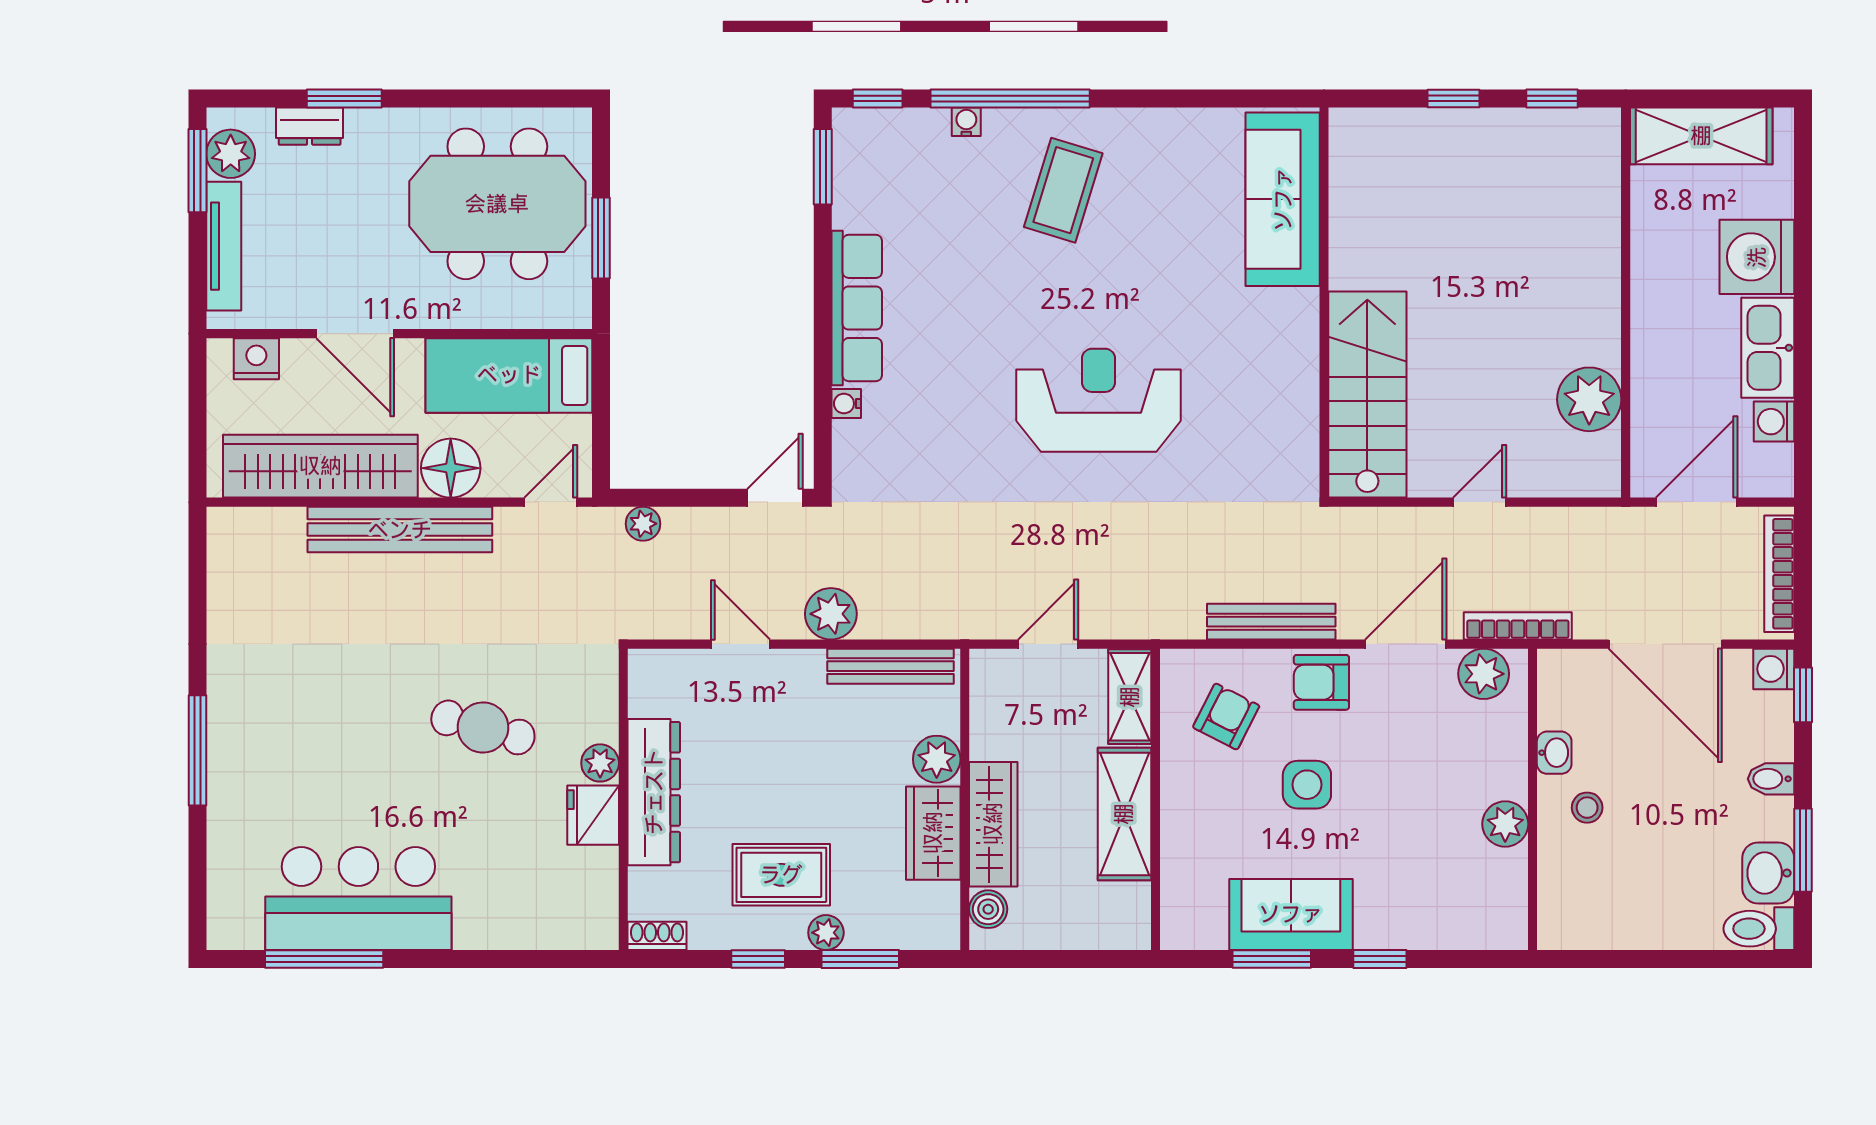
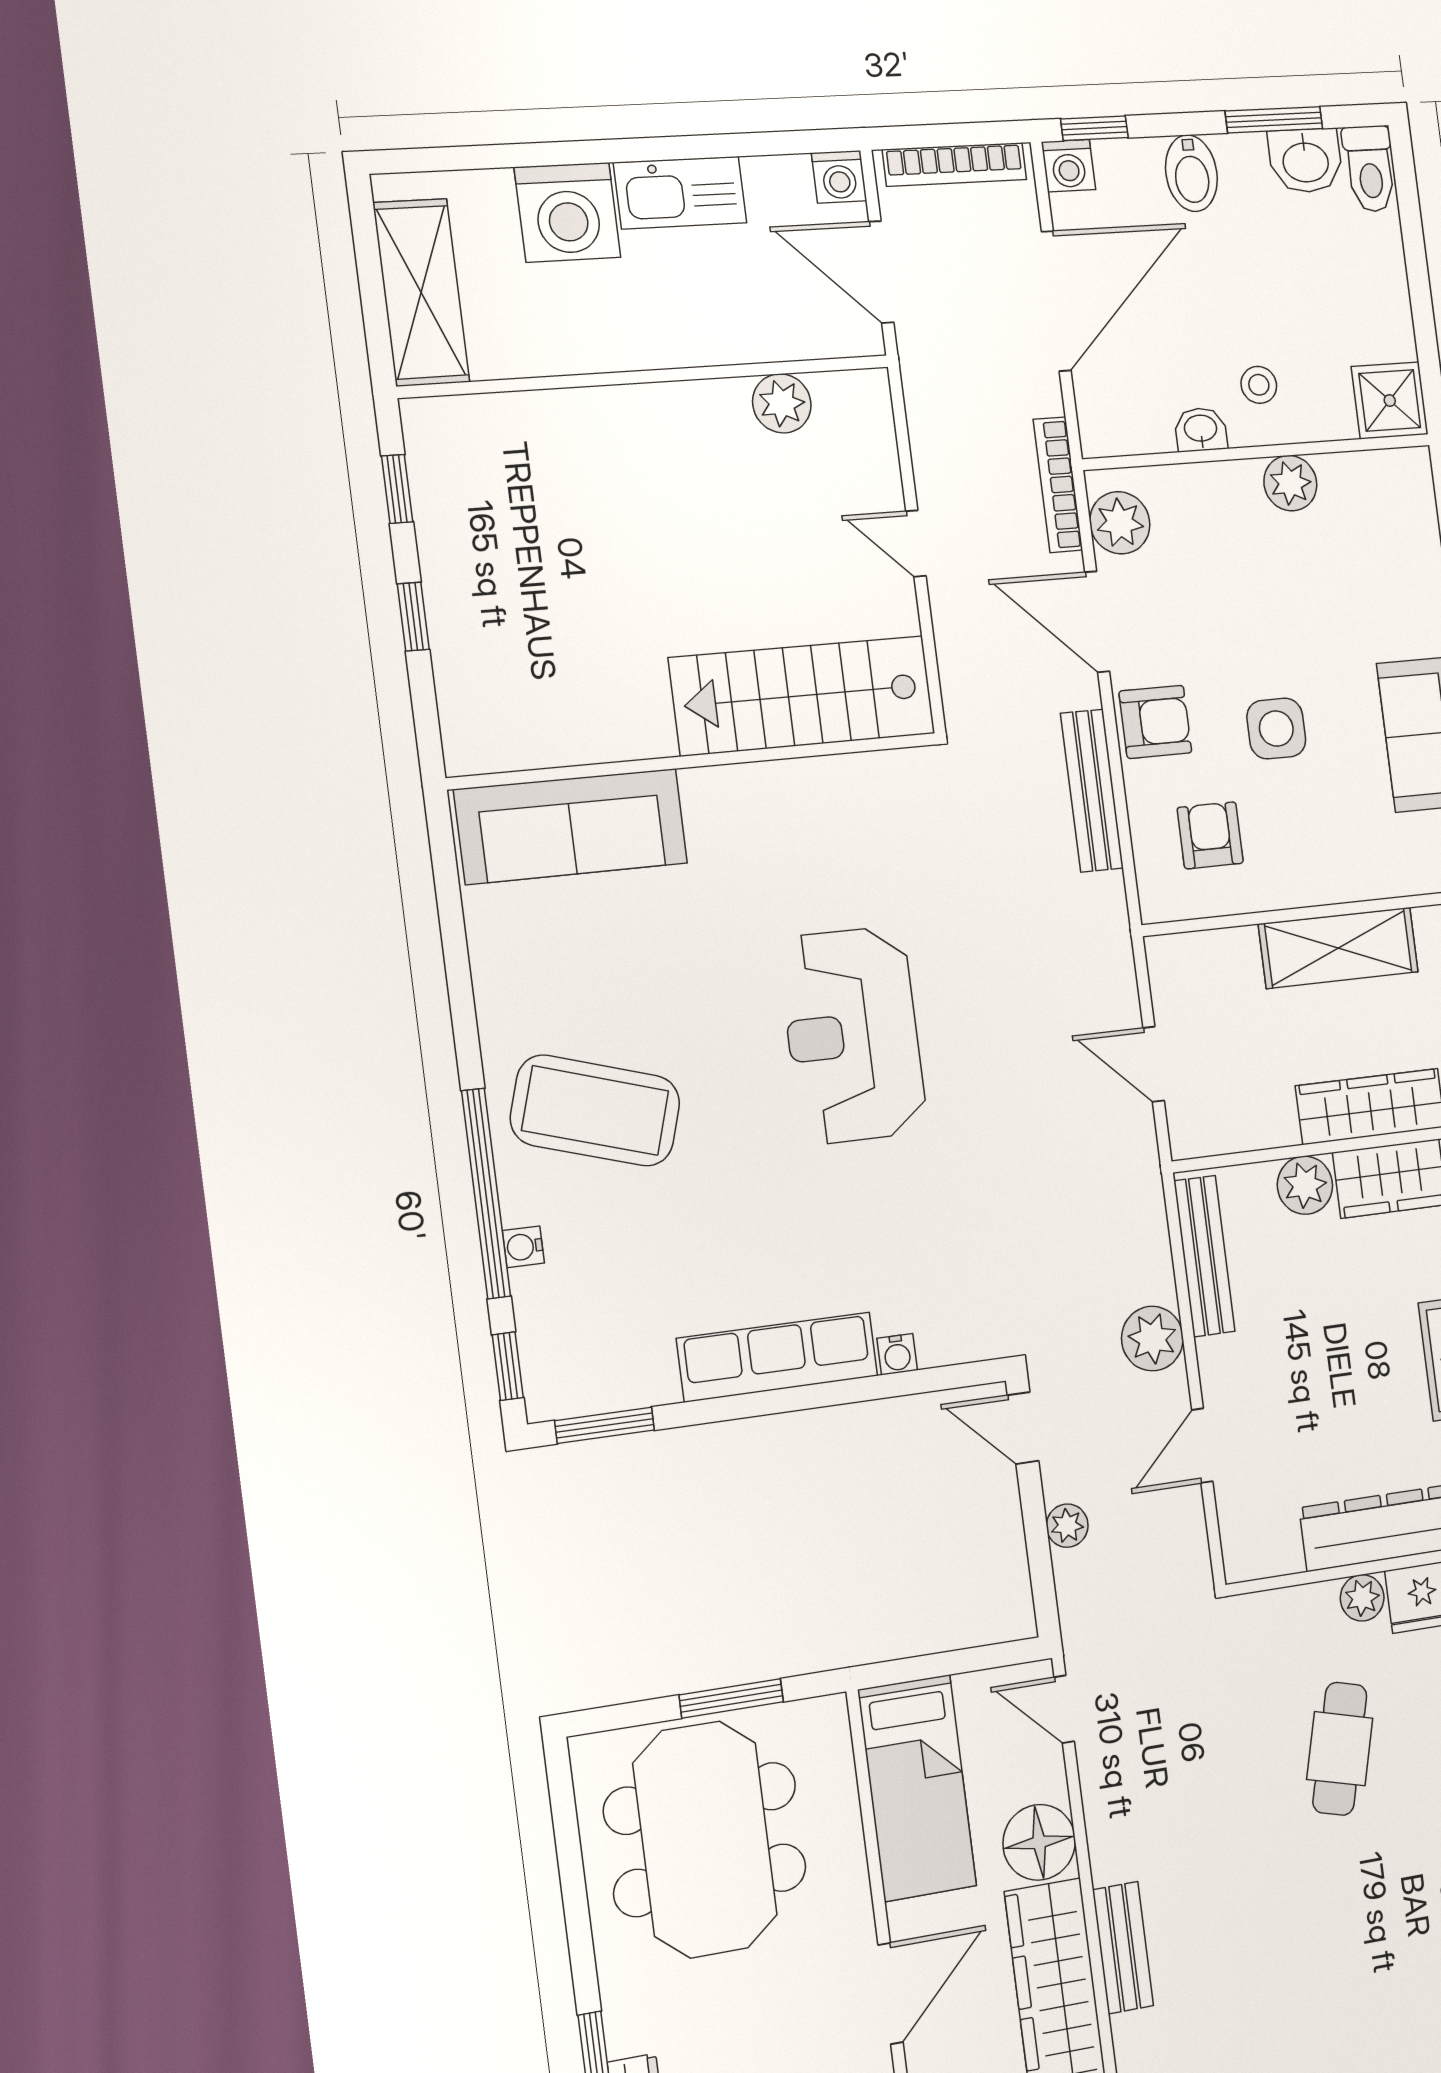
coffee table: (1063, 190) -> (595, 1111), width x1.36, depth x1.32
plant: (1589, 399) -> (782, 403), width x0.73, depth x0.73
washing machine: (1774, 422) -> (839, 177), moved
plant: (643, 524) -> (1067, 1526), moved
bench: (400, 530) -> (1123, 1948), width x0.54, depth x0.82
armchair: (1321, 682) -> (1155, 722), turned -90
shelving: (1130, 697) -> (1202, 957), removed
armchair: (1226, 716) -> (1210, 835), turned 63
bidet: (1771, 779) -> (1191, 173), width x1.38, depth x1.36
shower: (1567, 920) -> (1390, 400), added

